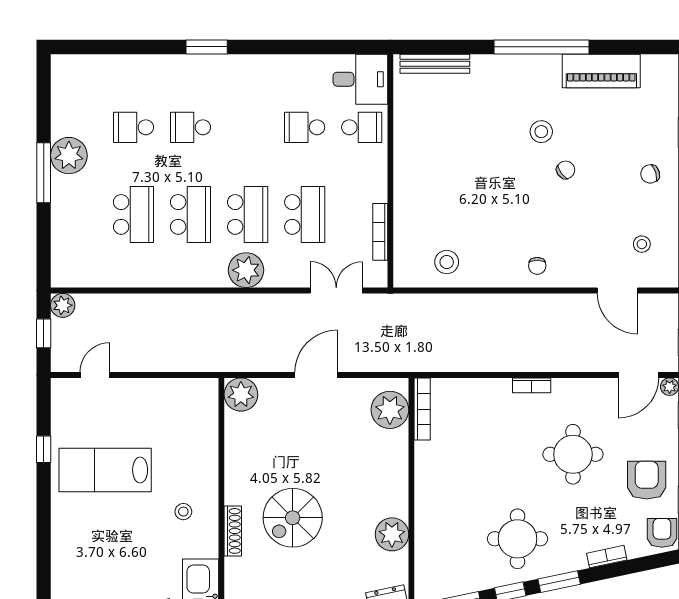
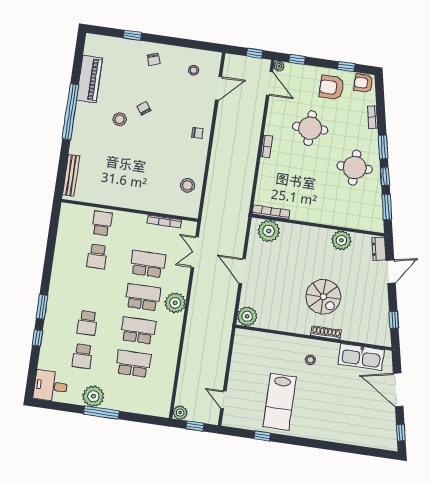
window: (153, 47) -> (37, 338), added
desk: (360, 79) -> (51, 386), moved, turned -90

